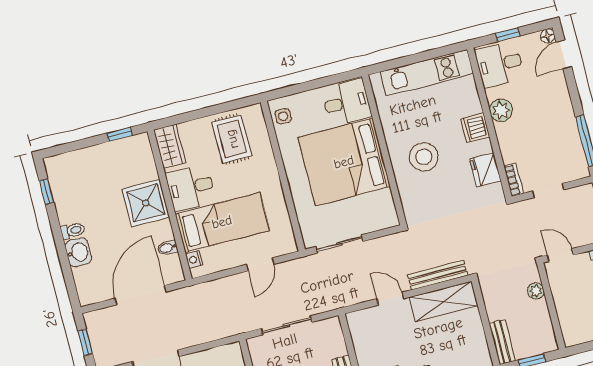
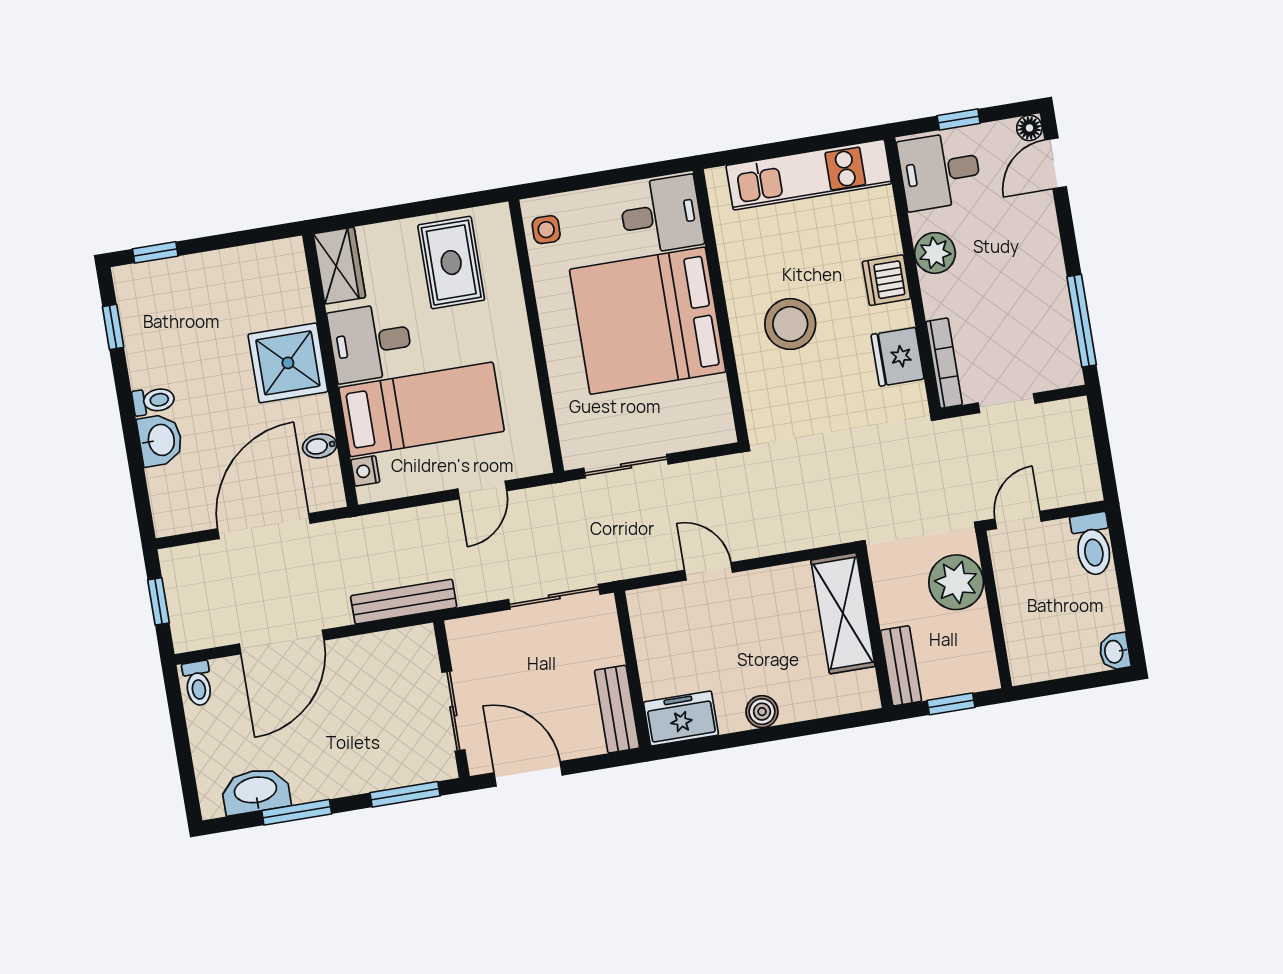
window: (119, 134) -> (155, 252), moved
bookcase: (514, 180) -> (944, 363), width x1.56
door: (560, 255) -> (1018, 520), hinge flipped
bench: (438, 275) -> (404, 602), moved
plant: (536, 291) -> (956, 582), width x1.88, depth x1.88
shelving: (444, 302) -> (843, 613), moved, turned 90
sliding door: (287, 325) -> (554, 597), moved

